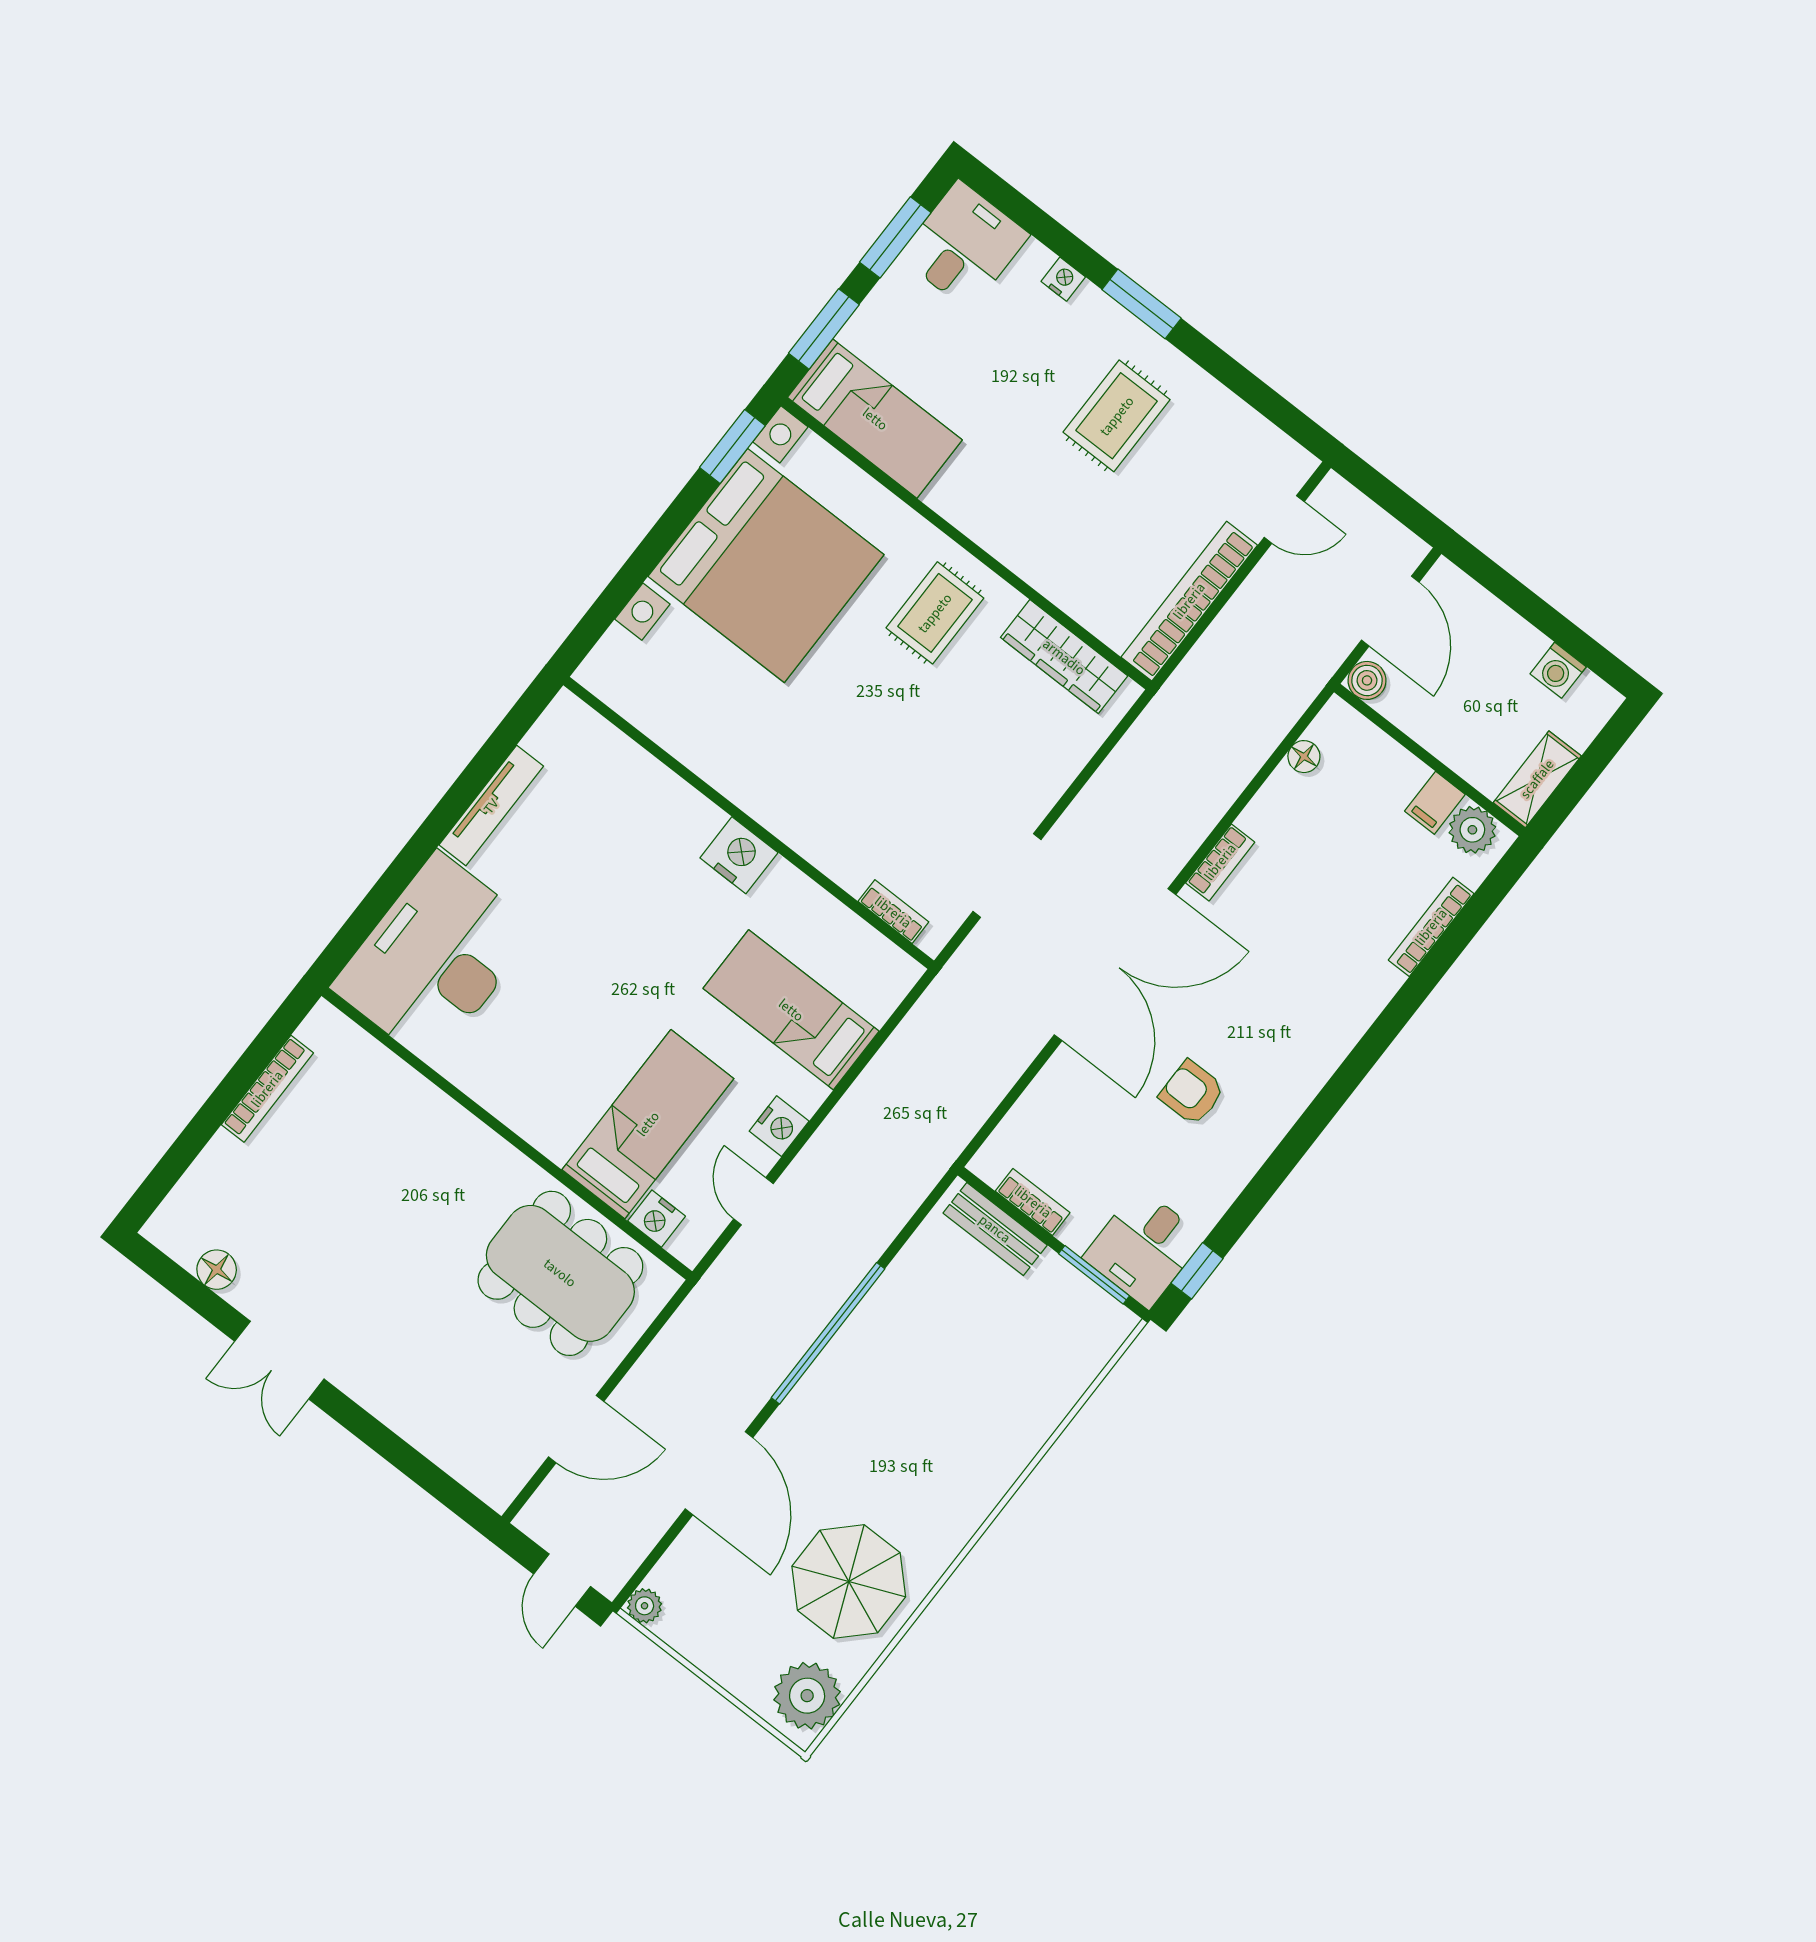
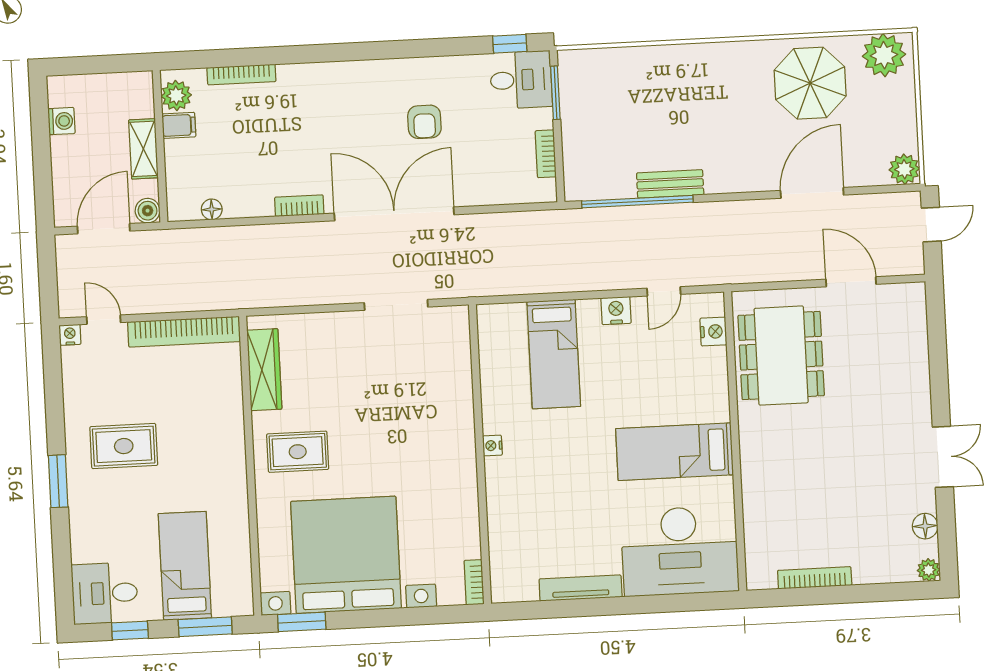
window: (895, 237) -> (130, 631), width x0.67
nightstand: (1063, 279) -> (70, 335), moved, turned 90
bed: (875, 419) -> (185, 566), moved
shelving: (1537, 779) -> (143, 149), moved, turned 90
nightstand: (739, 855) -> (492, 446), width x0.53, depth x0.56
bookcase: (893, 912) -> (474, 582), moved
bed: (648, 1124) -> (675, 452), moved
bench: (995, 1229) -> (670, 184), moved, turned 90
plant: (162, 1230) -> (929, 570), added
window: (828, 1333) -> (637, 202), moved
plant: (645, 1606) -> (904, 169), width x1.38, depth x1.38

